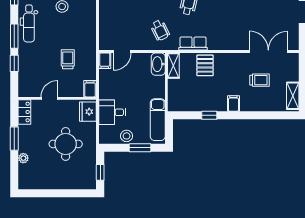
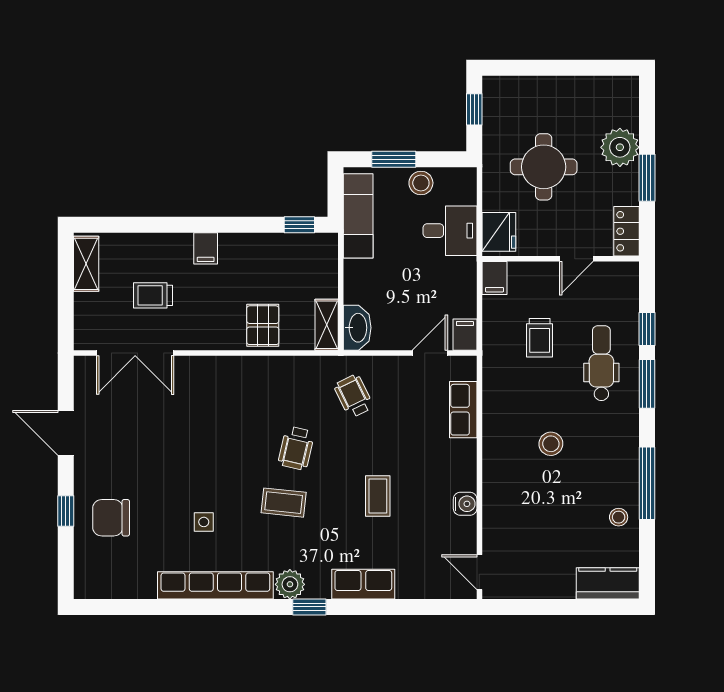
dental chair: (29, 23) -> (601, 363), moved
row of seats: (193, 44) -> (463, 410), moved, turned 90
window: (209, 115) -> (299, 225), moved
plant: (23, 158) -> (620, 147), width x1.88, depth x1.88

